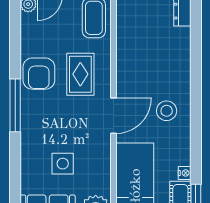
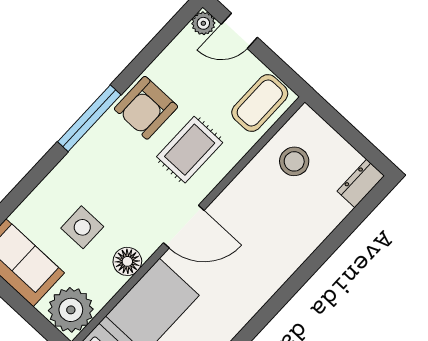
stool: (167, 111) -> (294, 161), moved
floor lamp: (101, 160) -> (127, 261), added

